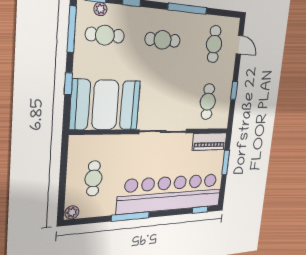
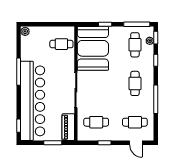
door: (239, 45) -> (136, 143), hinge flipped
cafe table: (93, 178) -> (61, 44), moved

